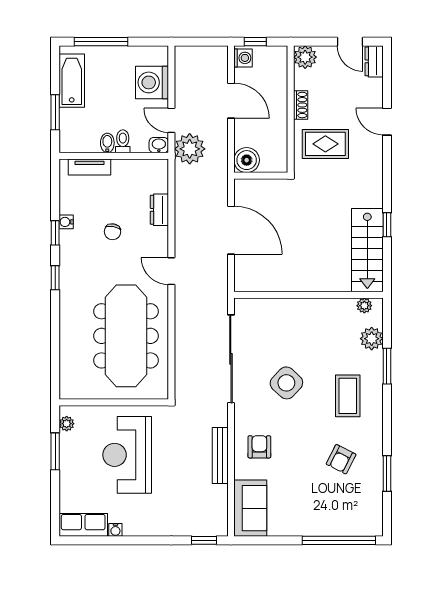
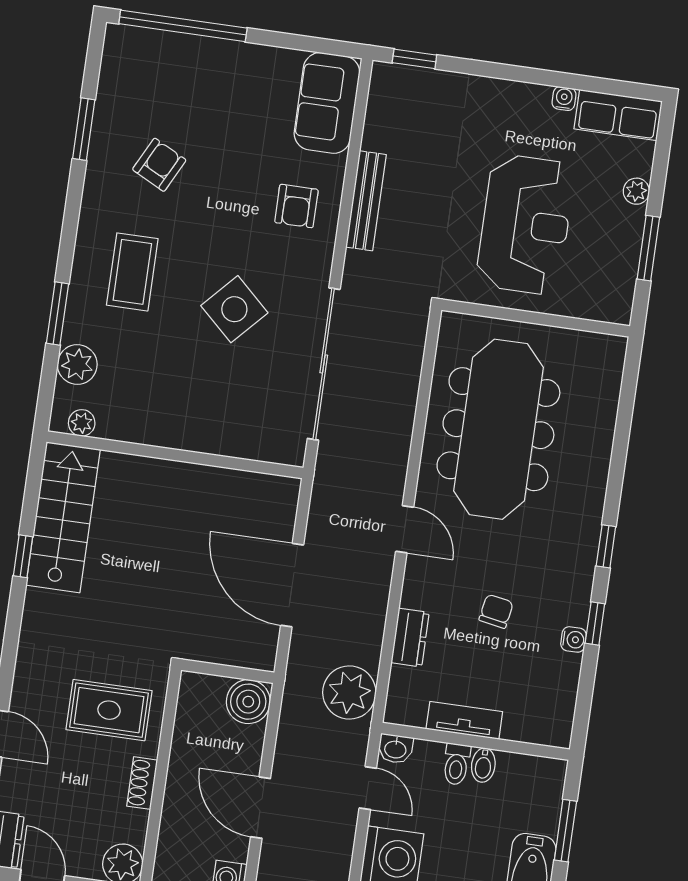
plant: (190, 149) -> (349, 693), moved
tv unit: (90, 167) -> (464, 720), moved
plant: (67, 424) -> (636, 191), moved

